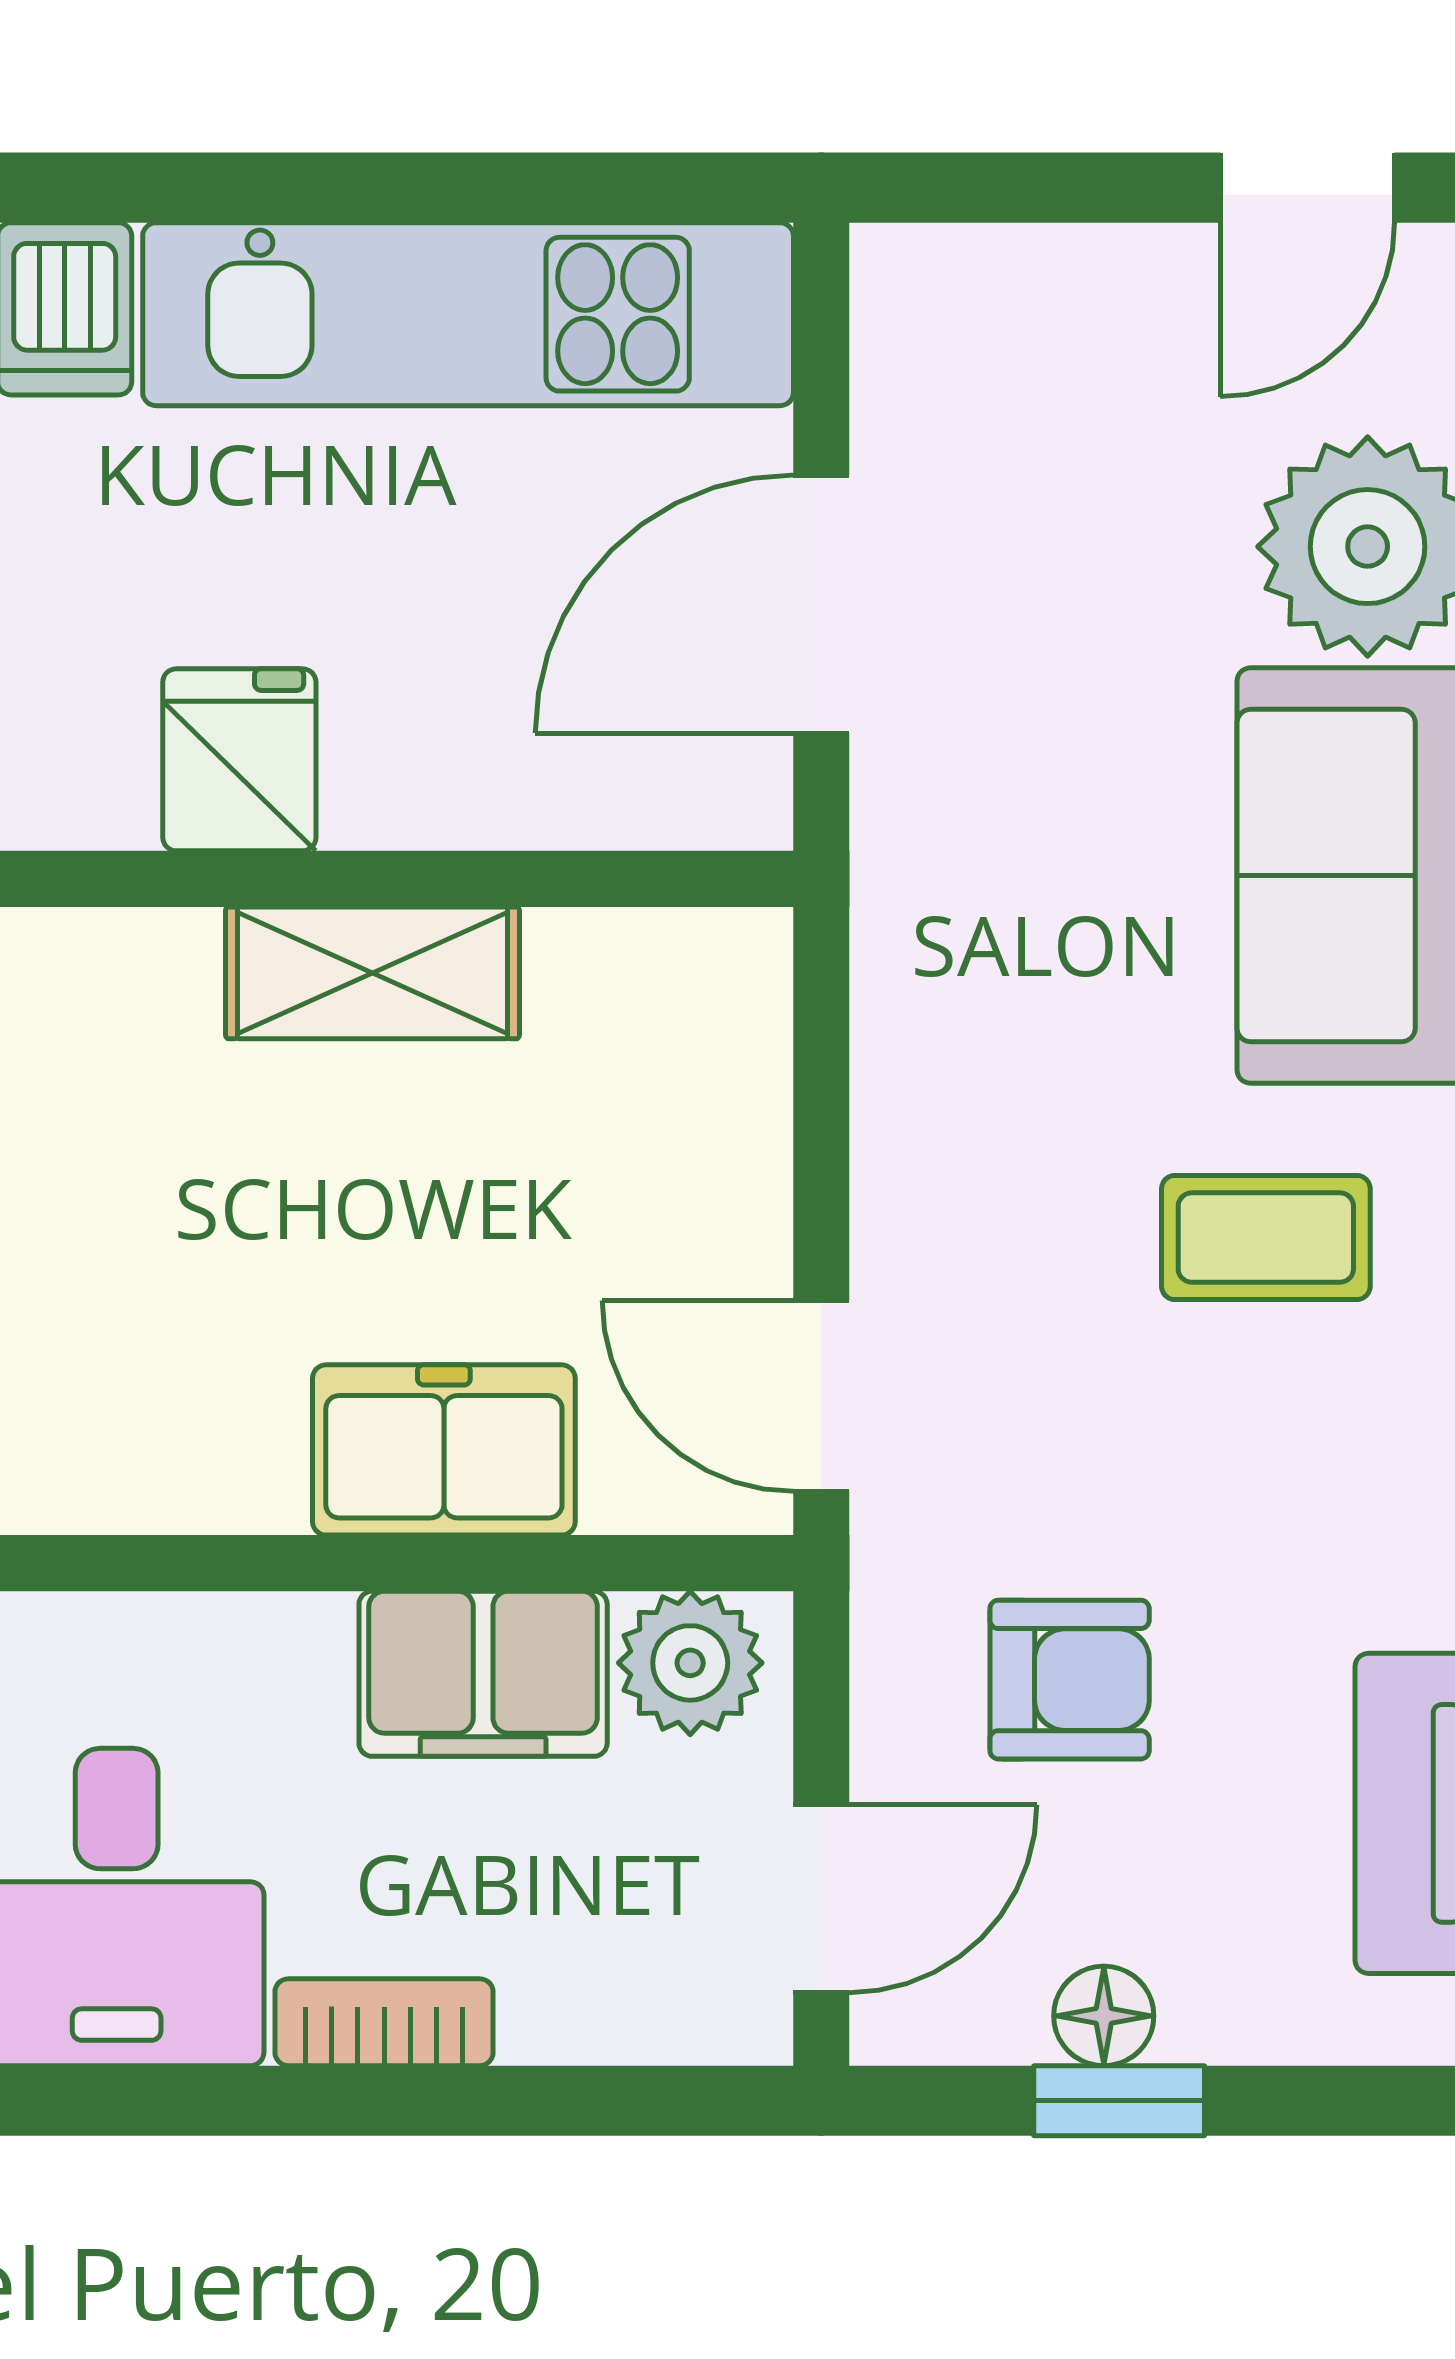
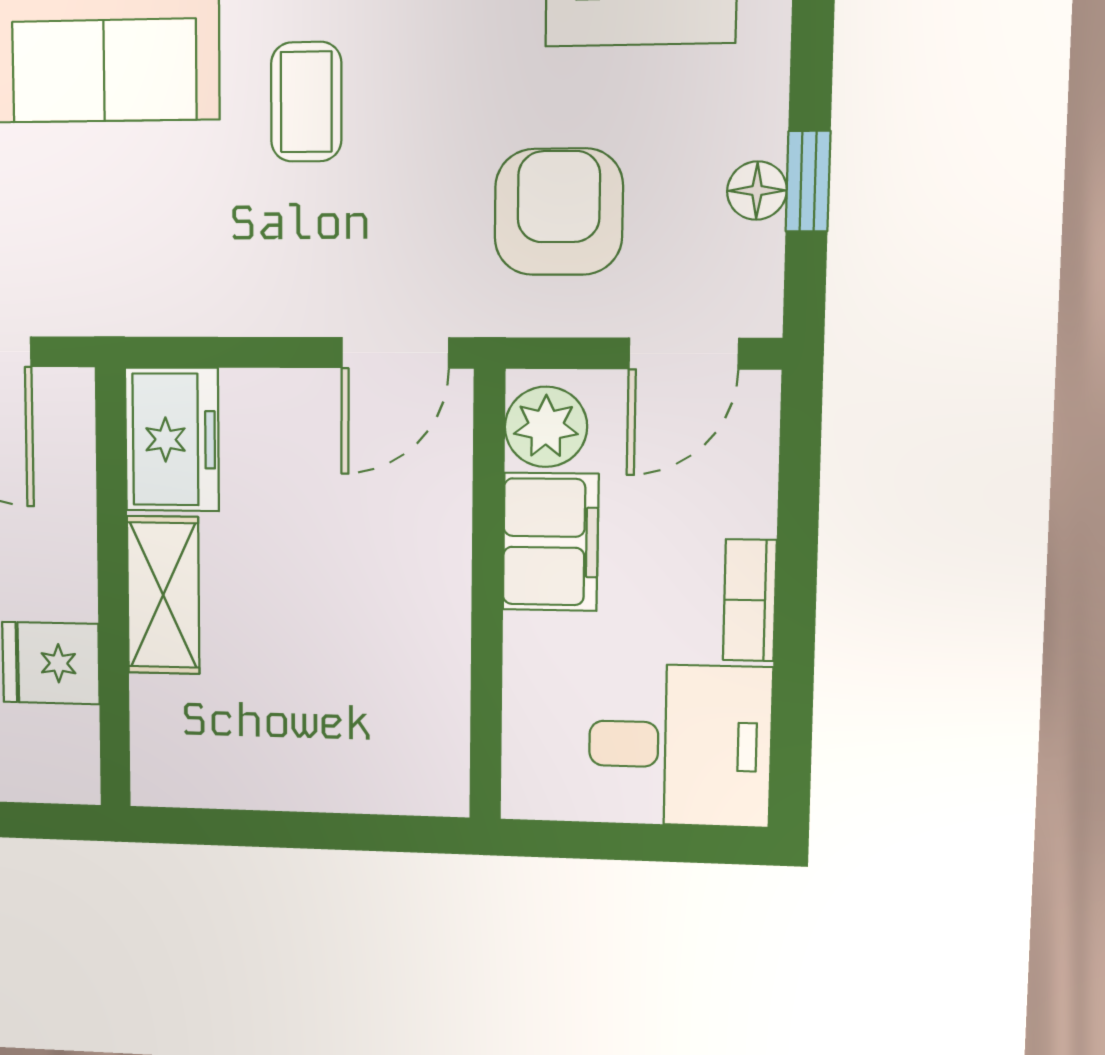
freezer: (444, 1450) -> (172, 440), moved, turned 180
armchair: (1070, 1680) -> (559, 212), width x1.38, depth x1.38
door: (821, 1899) -> (684, 354), swing flipped

